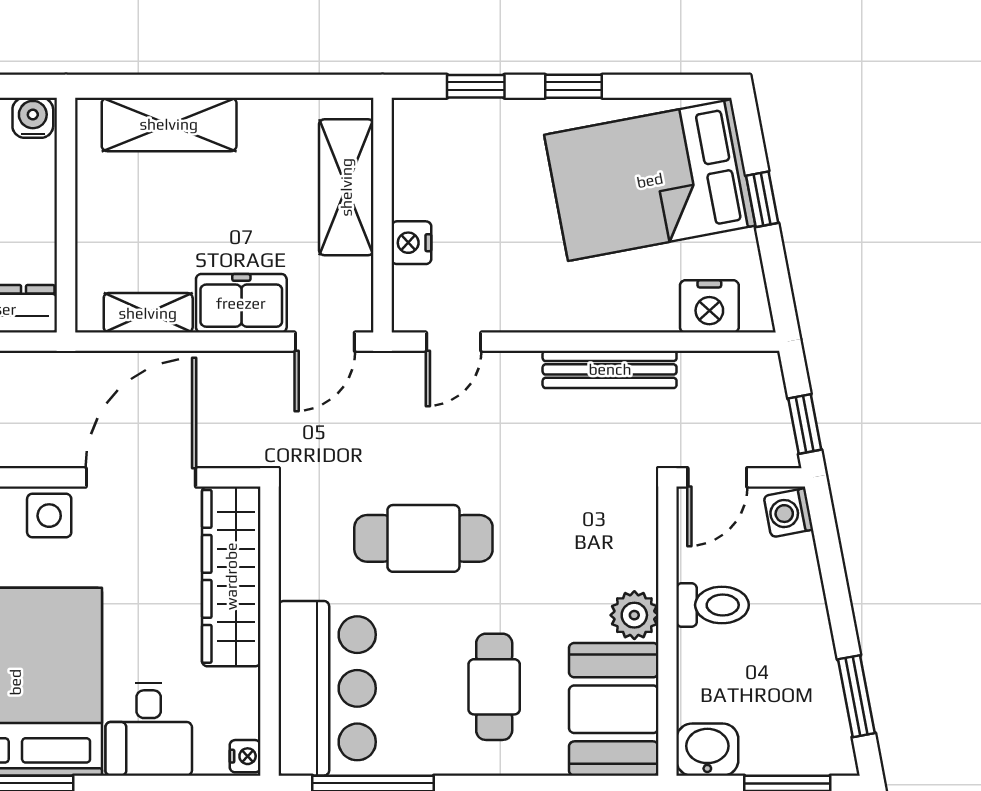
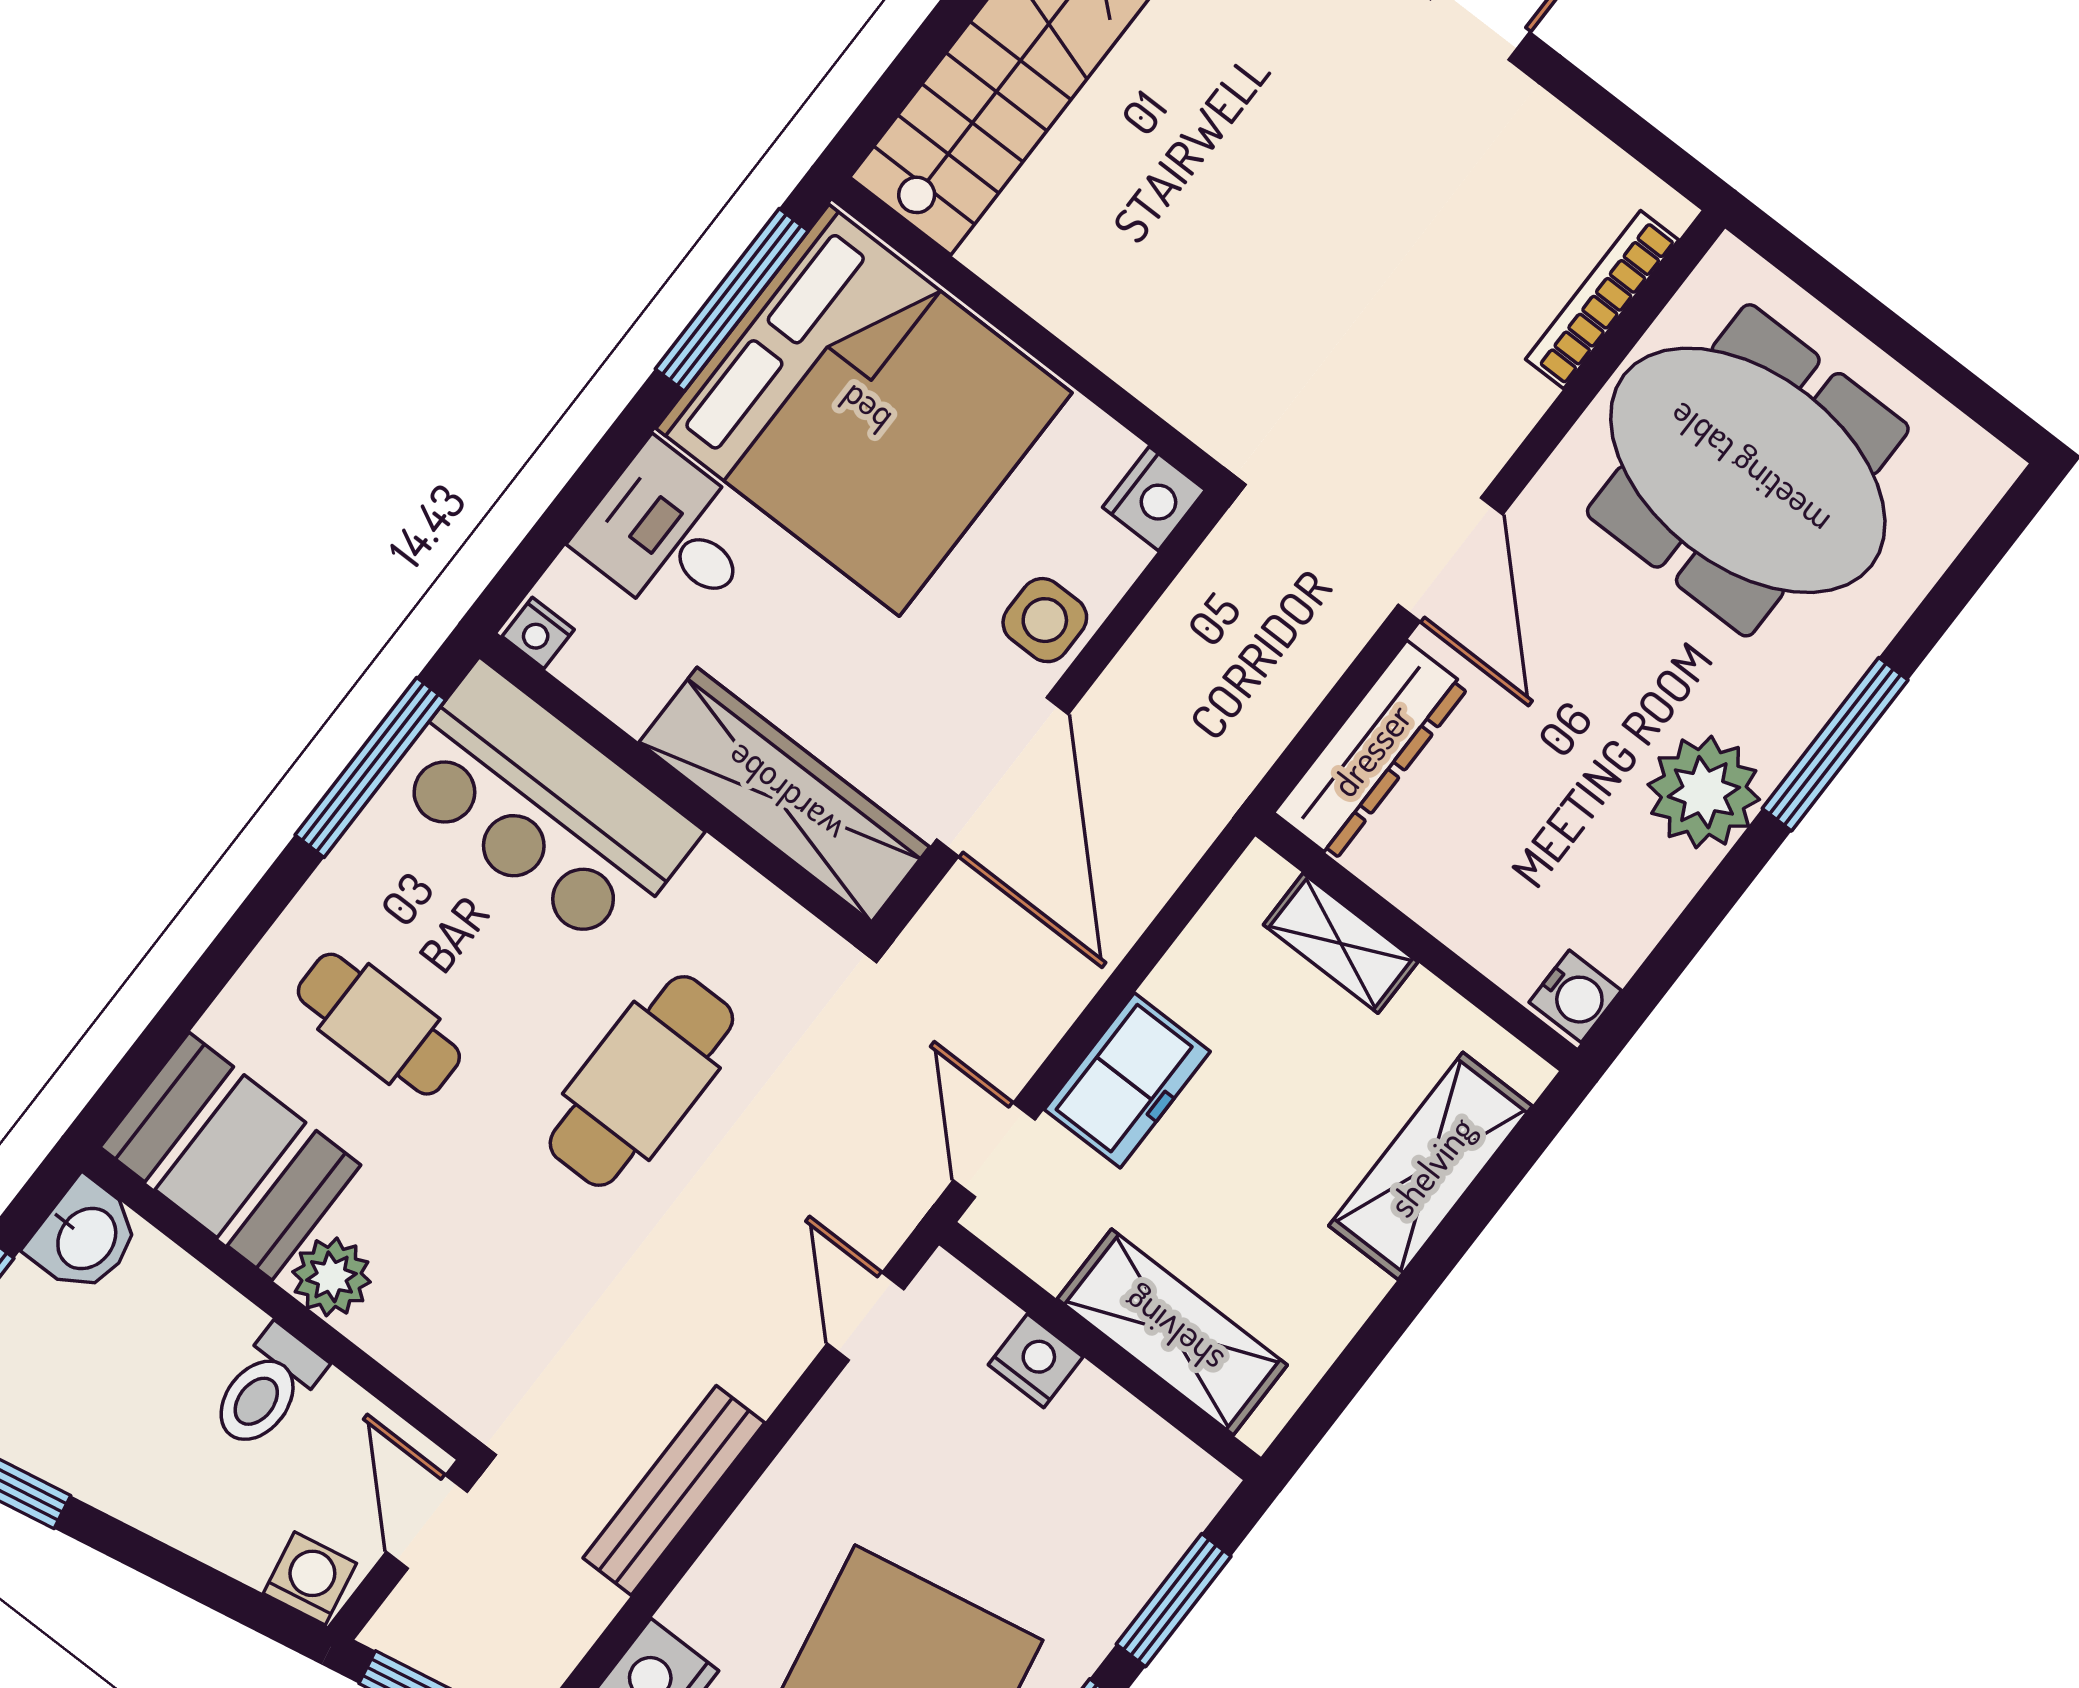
window: (476, 86) -> (1174, 1600), width x1.50
shelving: (148, 313) -> (1341, 943), moved, turned 90

